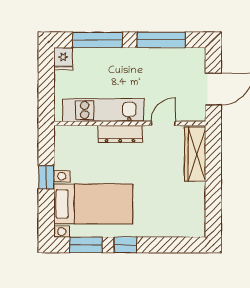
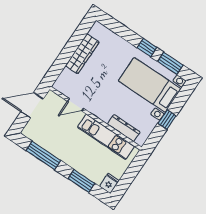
window: (97, 40) -> (81, 181), width x0.69
dresser: (120, 134) -> (124, 128), moved
wardrobe: (195, 154) -> (82, 54), moved

